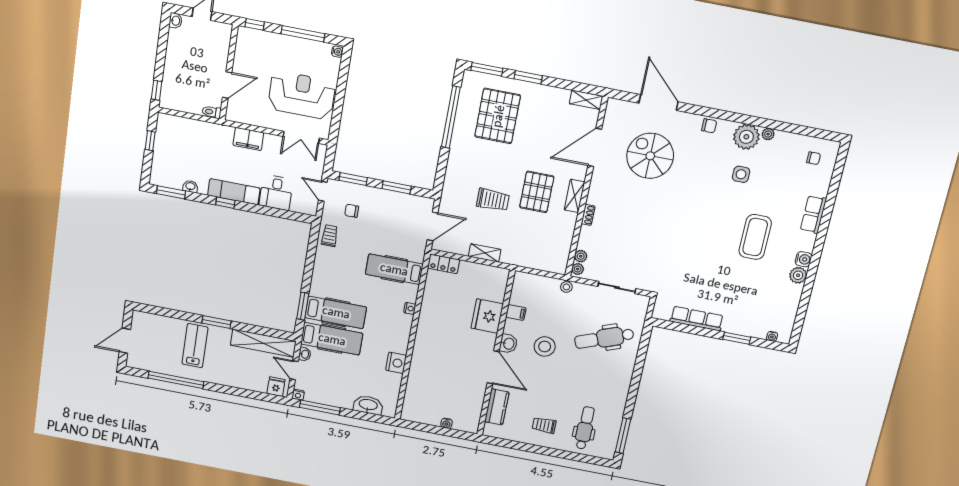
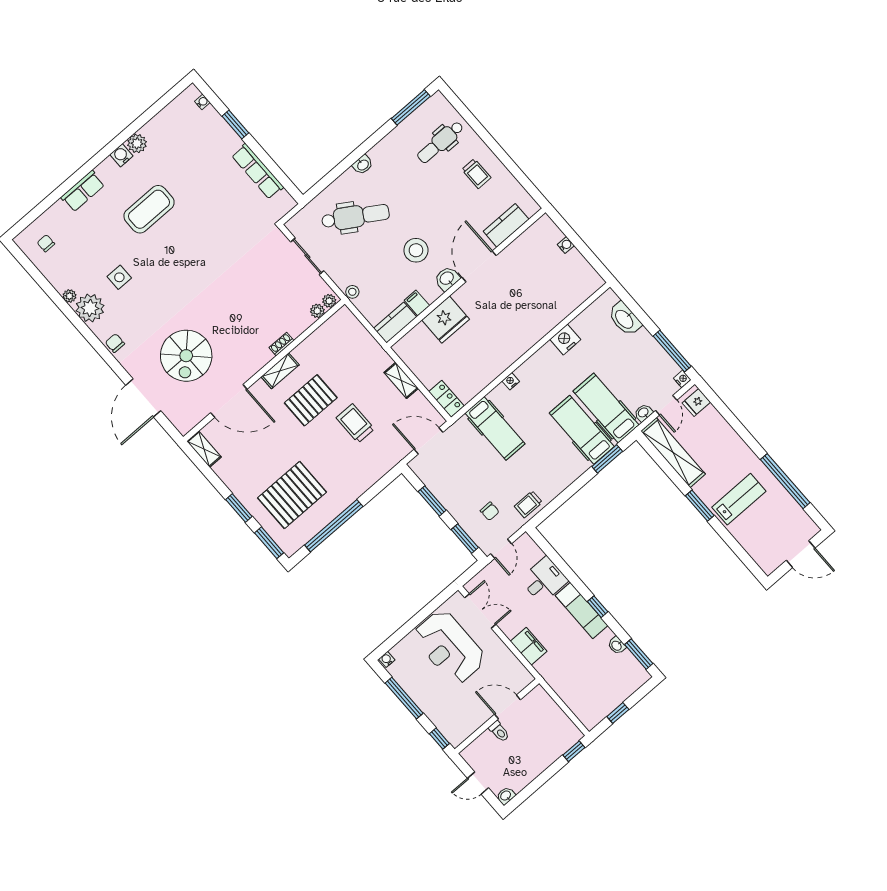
toilet: (212, 112) -> (499, 731), moved
kitchen counter: (520, 288) -> (395, 323), added
dental chair: (604, 338) -> (355, 217), turned -37
lab bench: (195, 346) -> (739, 499), turned 180
washbasin: (626, 376) -> (363, 165), added

